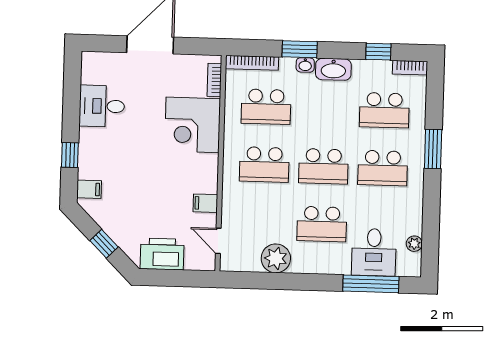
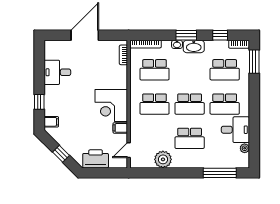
window: (300, 49) -> (186, 35), moved
corner desk: (193, 125) -> (111, 106), moved
window: (433, 149) -> (254, 62), moved
door: (218, 241) -> (129, 150), hinge flipped
desk: (374, 252) -> (235, 130), moved, turned -90

